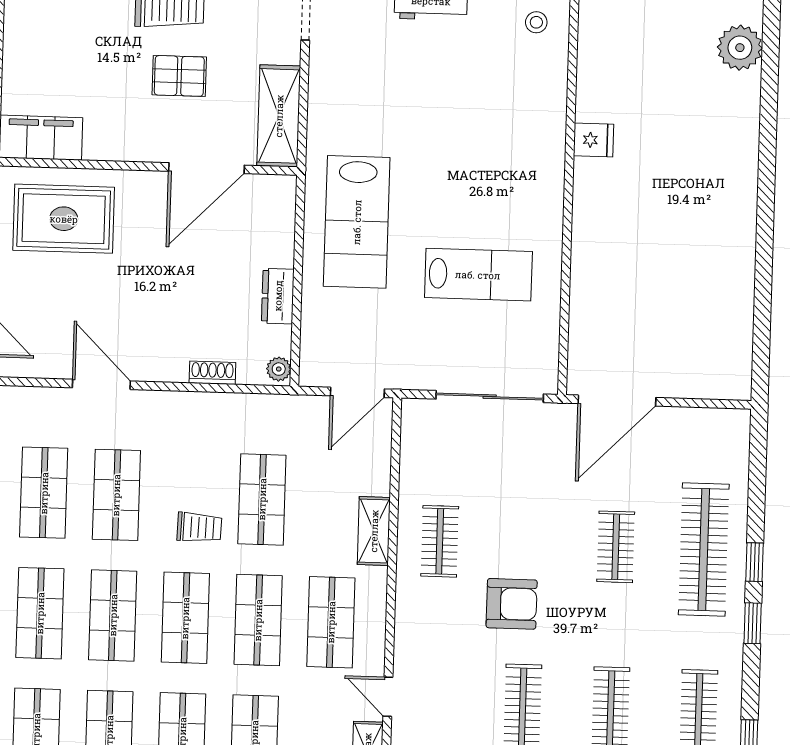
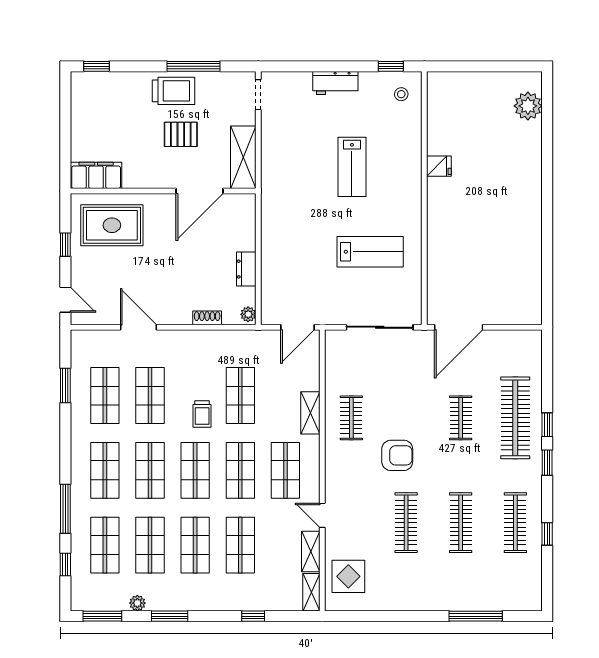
lab bench: (357, 222) -> (352, 167), moved, width x0.73, depth x0.72
trolley: (199, 527) -> (202, 414), turned 88

